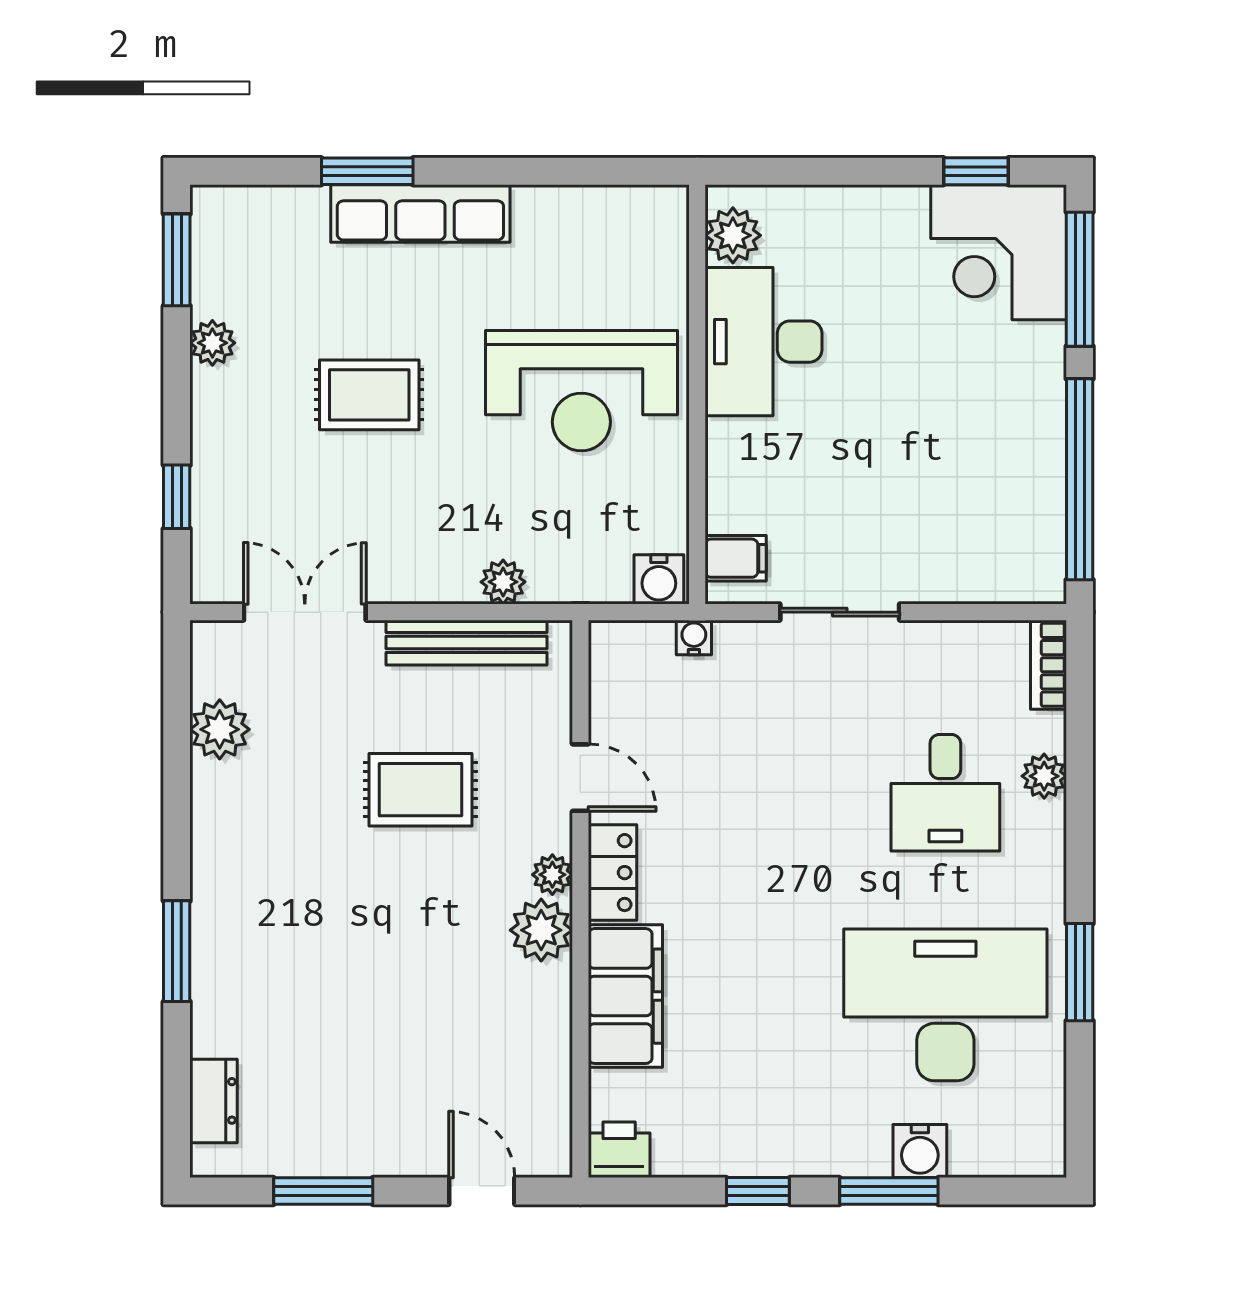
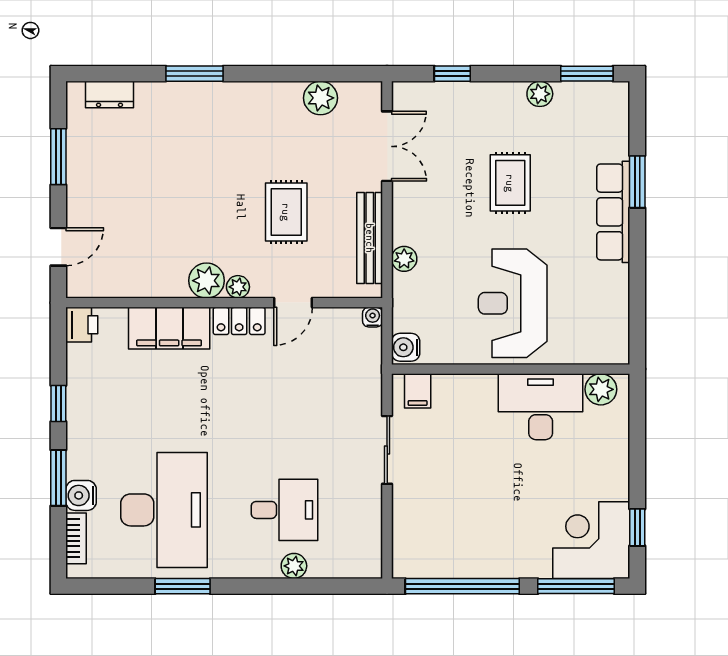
water cooler: (694, 637) -> (373, 317), moved, turned -90
bookcase: (1048, 665) -> (76, 538), moved, turned 90
desk: (945, 793) -> (284, 510), turned 180

